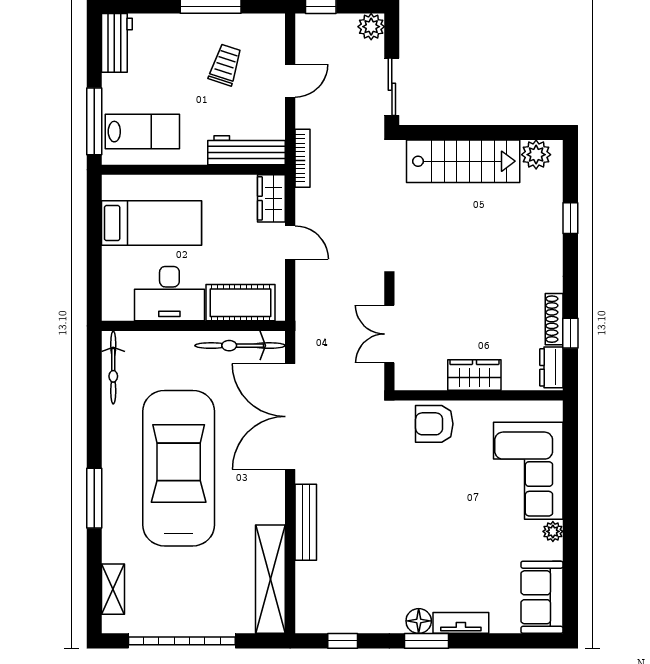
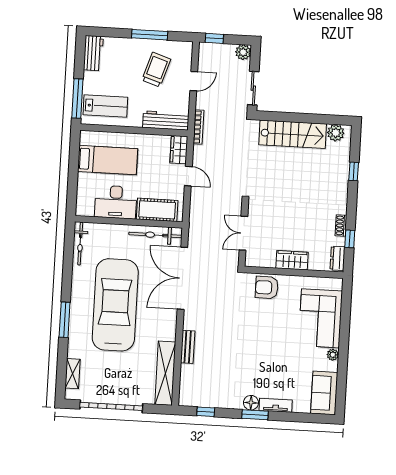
trolley: (225, 65) -> (156, 70), width x1.36, depth x1.39
shoe rack: (554, 319) -> (341, 226), width x0.70
bench: (306, 522) -> (188, 347), width x0.73

